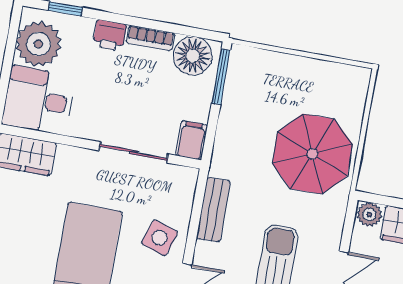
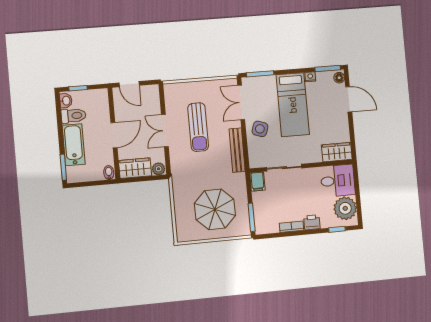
floor lamp: (193, 56) -> (268, 224), removed
parasol: (312, 154) -> (215, 209), moved
bench: (213, 210) -> (237, 150), width x1.36

